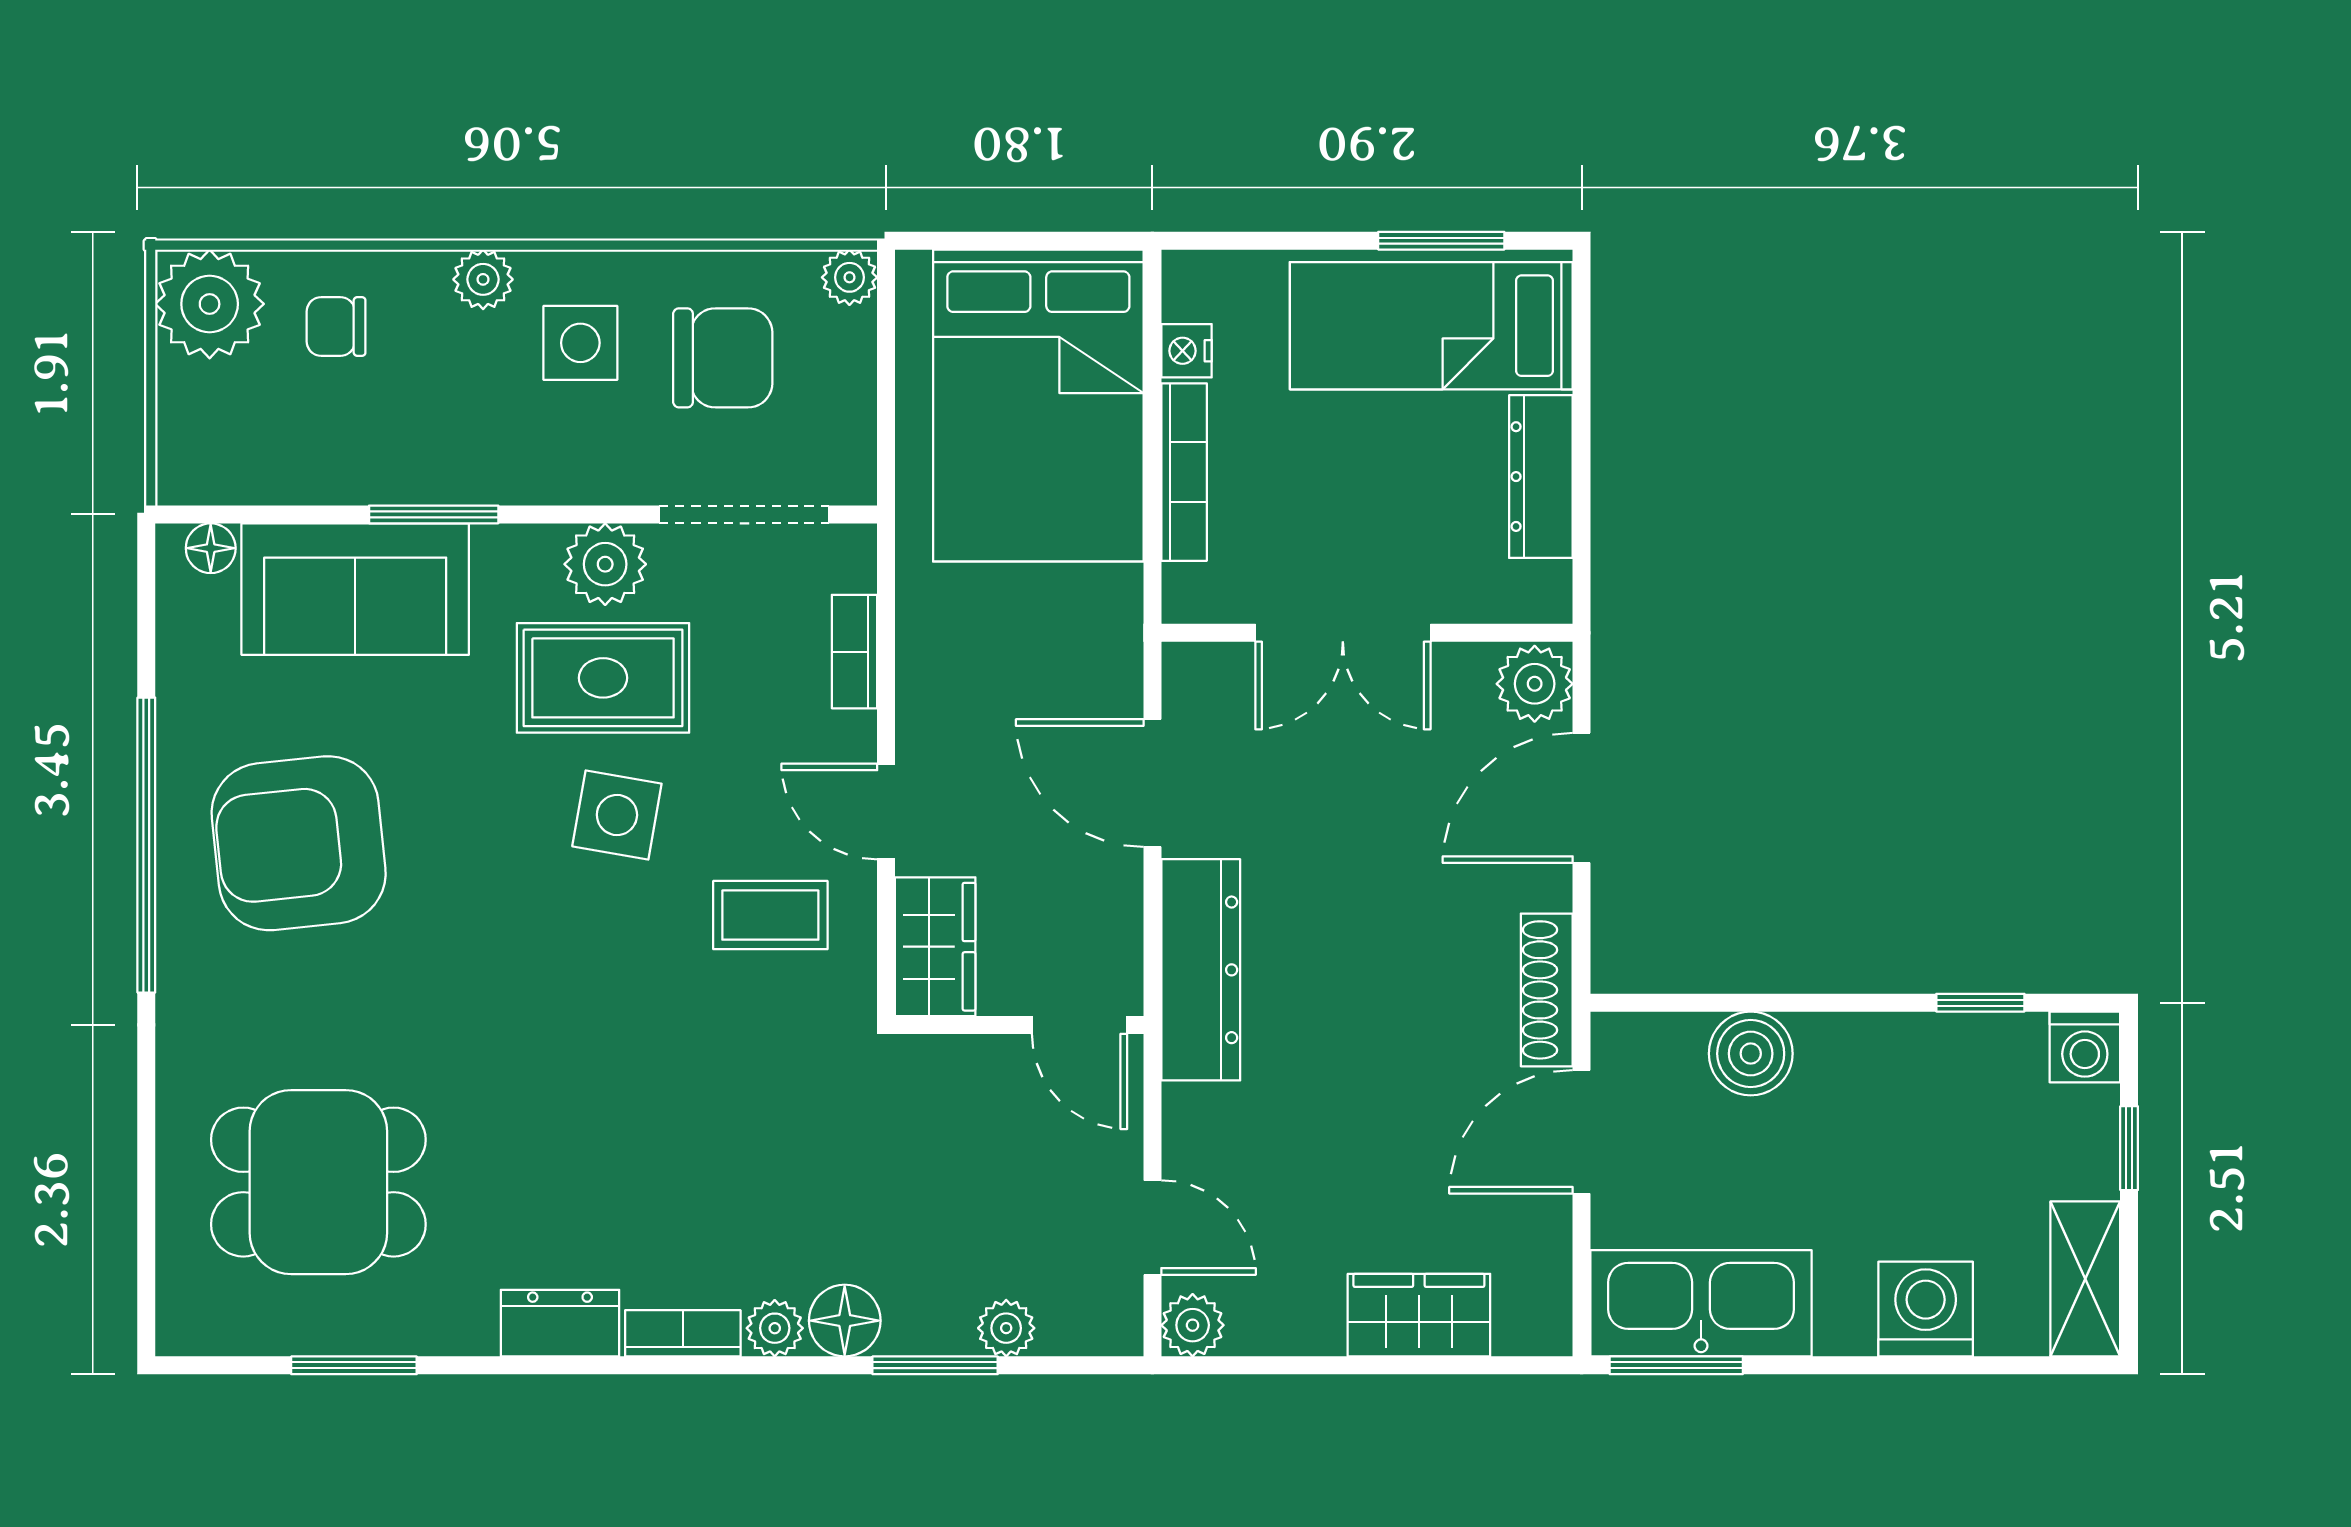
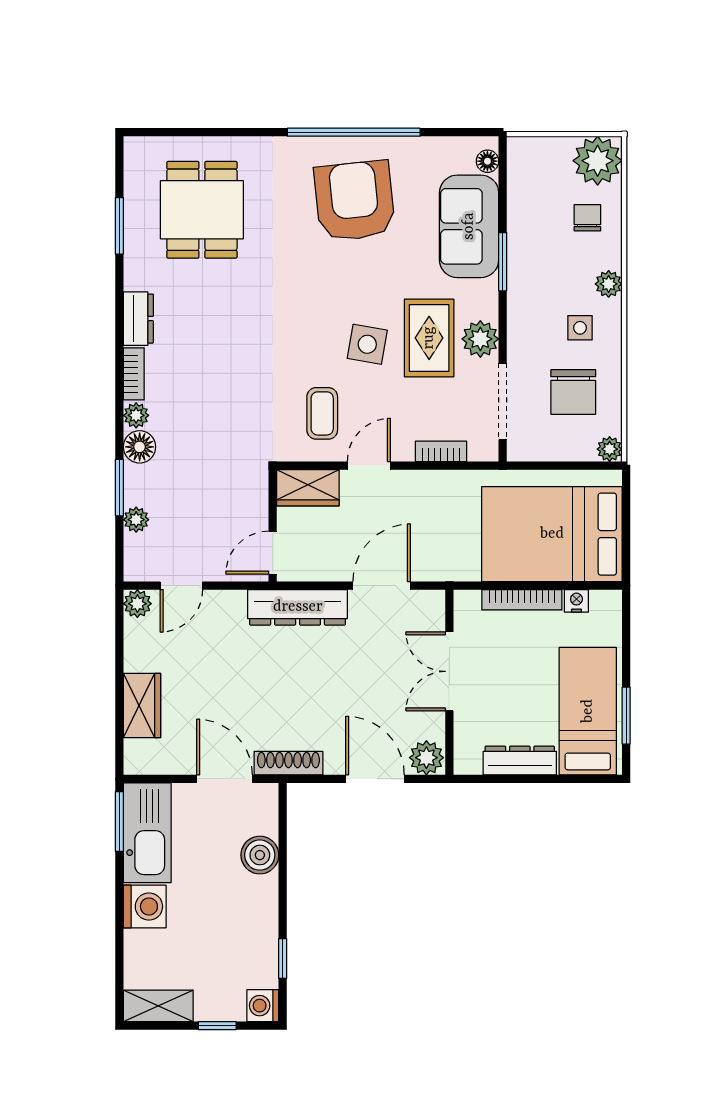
side table: (580, 343) -> (580, 328), width x0.73, depth x0.73
washing machine: (1926, 1309) -> (145, 906), moved

